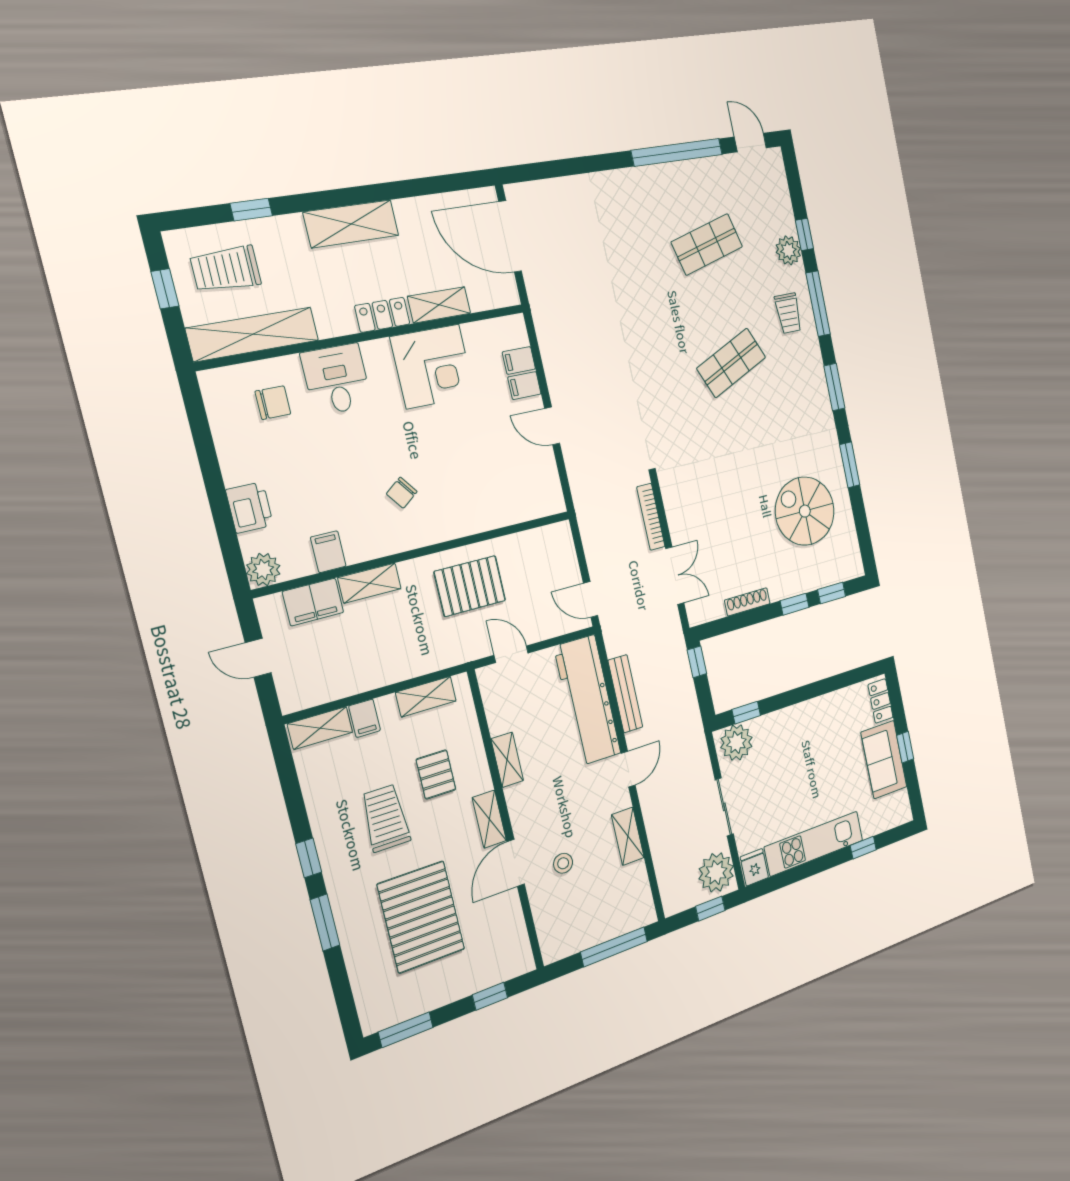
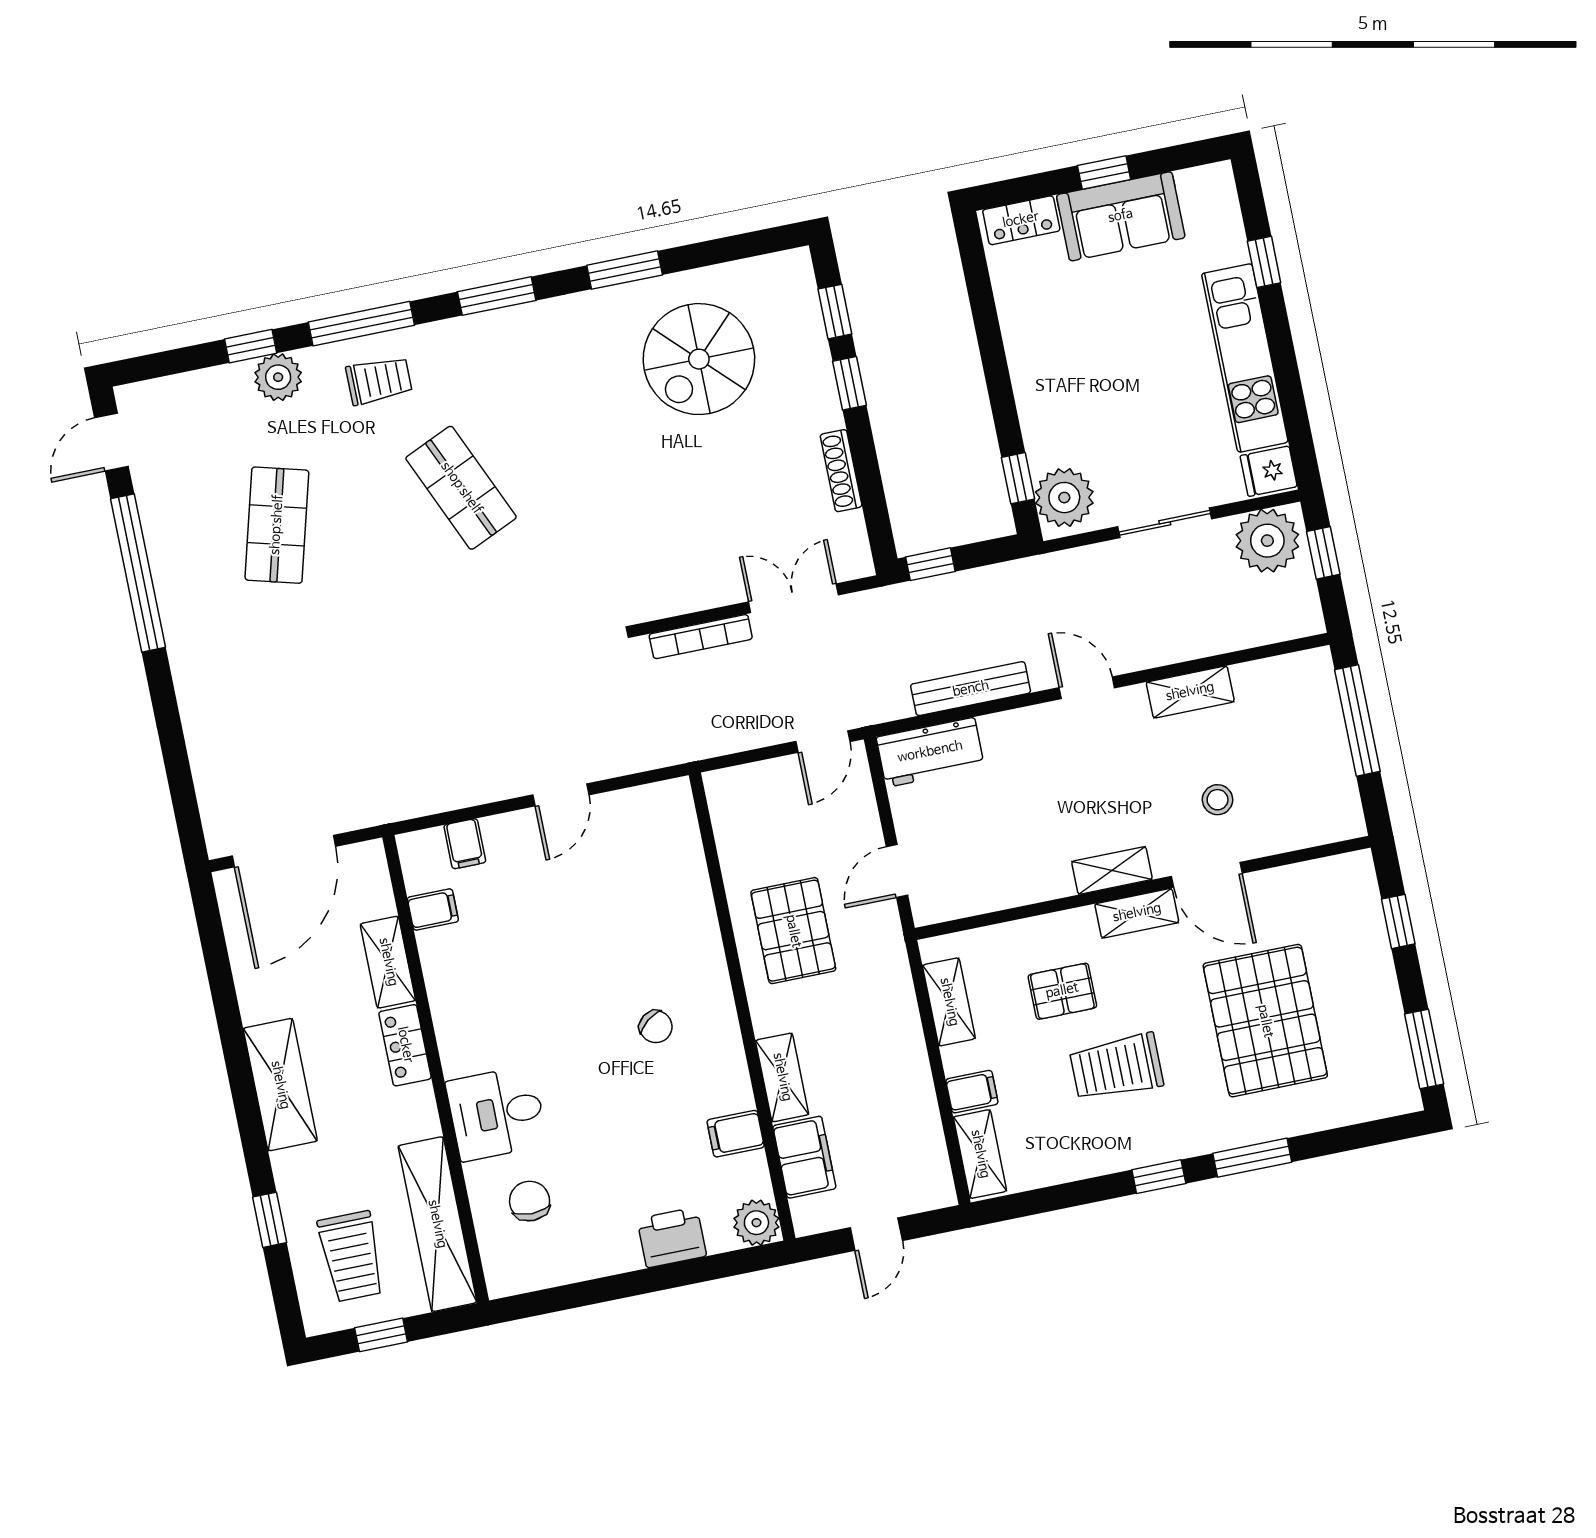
shop shelf: (707, 244) -> (277, 525), turned 30
corner desk: (433, 366) -> (476, 975), removed
filing cabinet: (524, 386) -> (433, 909), moved, turned -90
workbench: (587, 700) -> (930, 752), width x0.53, depth x0.76
shelving: (507, 760) -> (1112, 870), moved
pallet: (421, 917) -> (1265, 1021), turned 90

